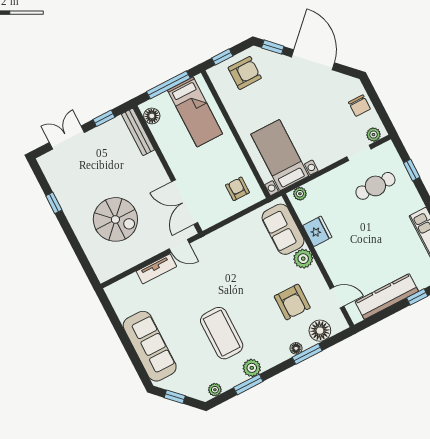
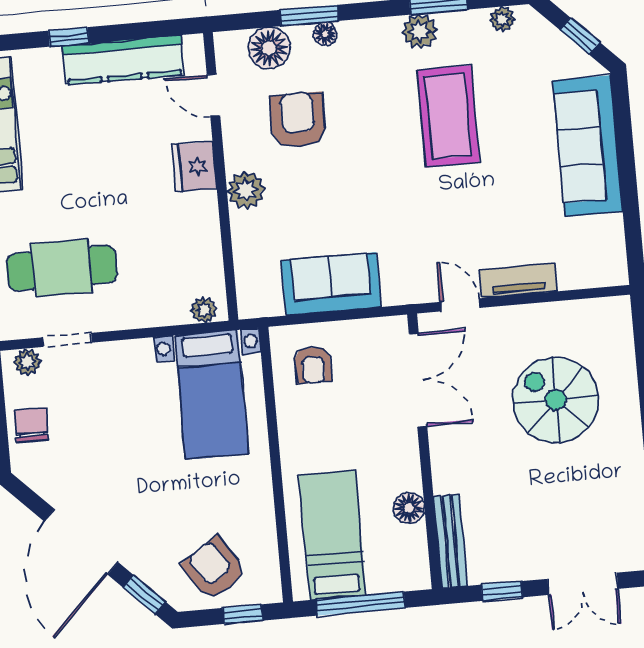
armchair: (245, 73) -> (214, 569), turned 56
floor lamp: (152, 116) -> (409, 508), moved
cafe table: (375, 186) -> (62, 268), width x1.37, depth x1.35
sofa: (283, 229) -> (331, 284), moved, turned -90
fridge: (317, 231) -> (195, 166), moved

